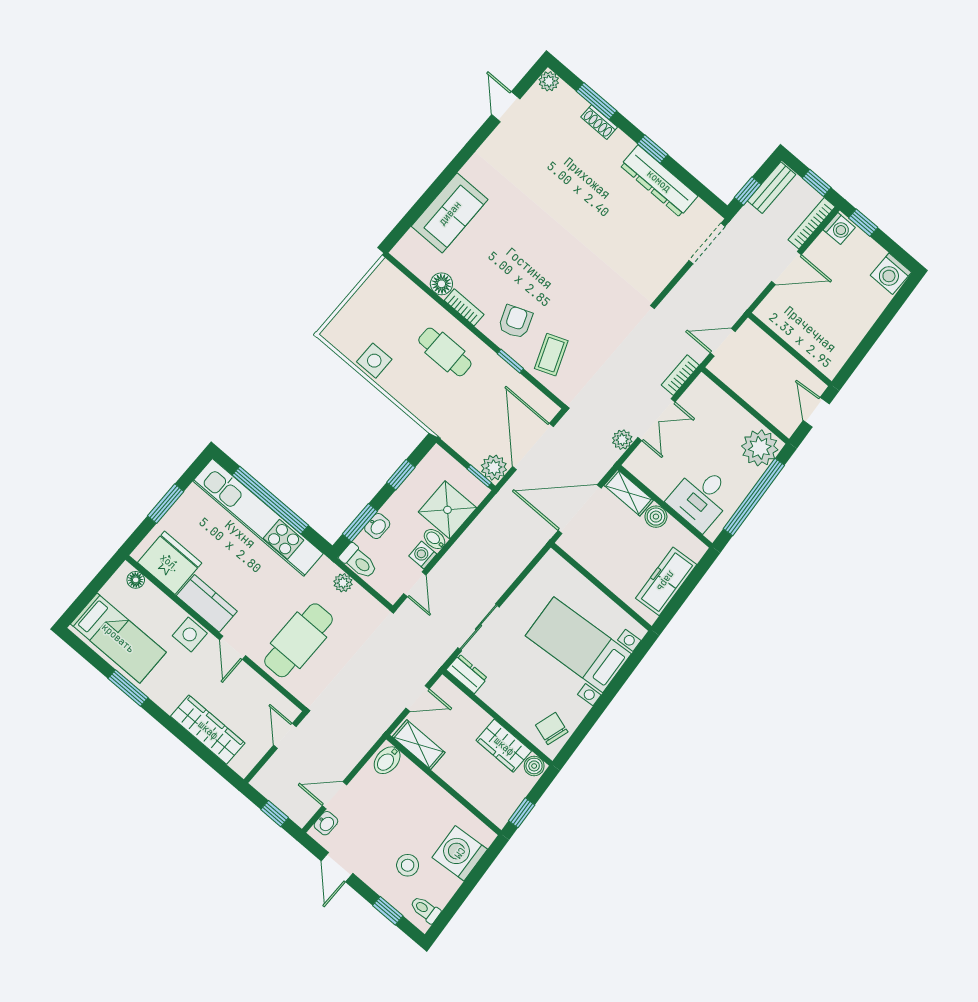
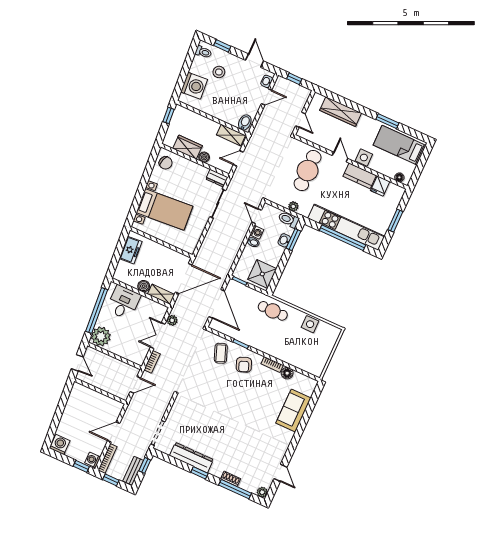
window: (596, 101) -> (235, 489), width x1.44
cafe table: (445, 352) -> (273, 311), moved
plant: (494, 468) -> (233, 287), removed
window: (401, 475) -> (280, 270), removed
shower: (447, 510) -> (262, 274), moved
fridge: (170, 563) -> (380, 186), width x0.53, depth x0.75
freezer: (666, 581) -> (131, 250), width x0.71
boiler: (534, 766) -> (204, 157), moved

